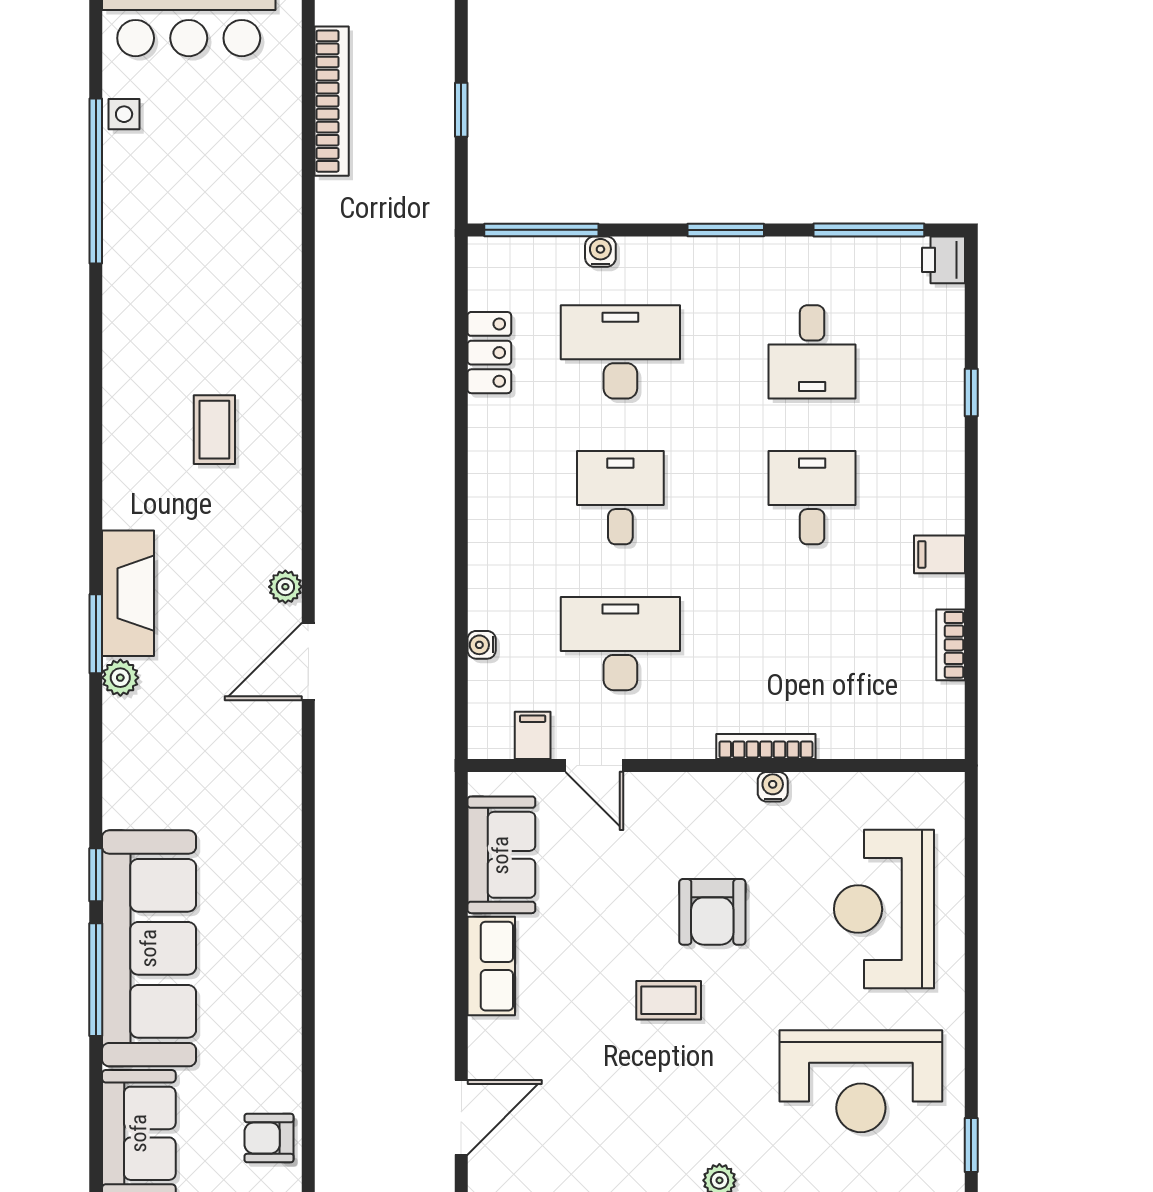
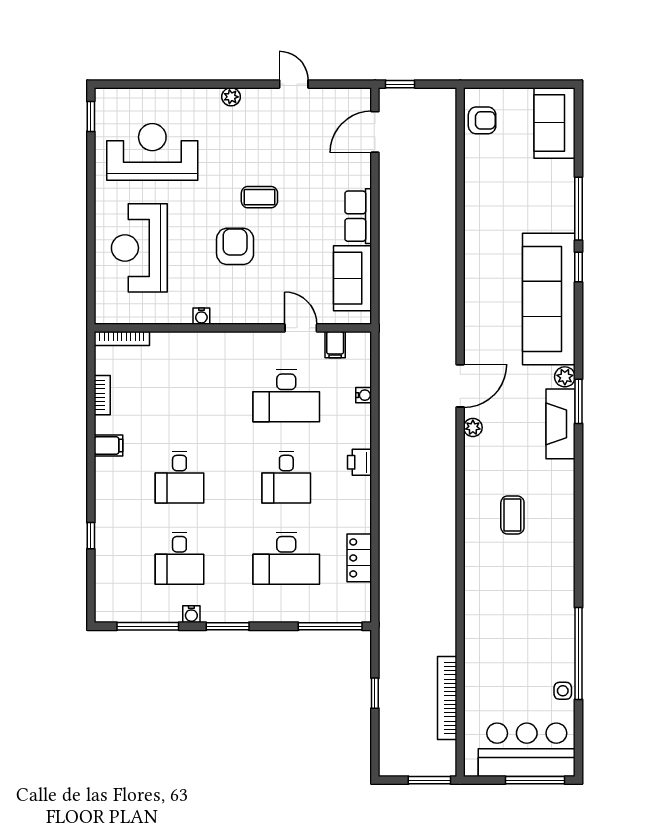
water cooler: (600, 252) -> (191, 614), moved
printer: (943, 260) -> (359, 462), moved, turned 180
desk: (812, 352) -> (179, 558), turned 180
bookcase: (766, 746) -> (122, 339), moved
reception desk: (884, 909) -> (139, 248), turned 180
sofa: (149, 948) -> (549, 299), moved

